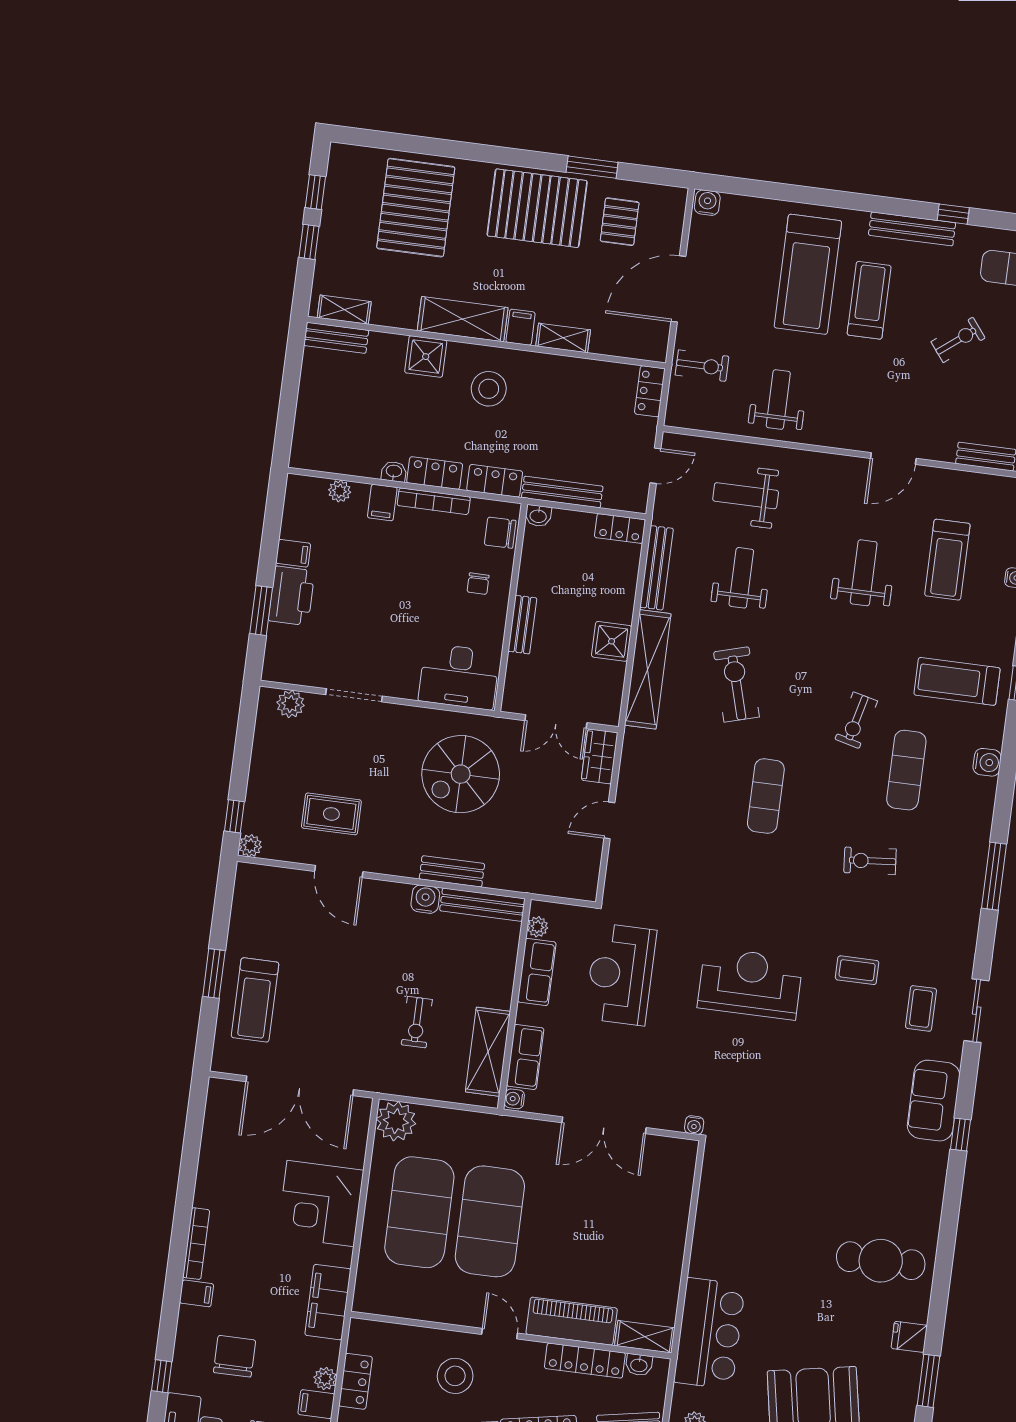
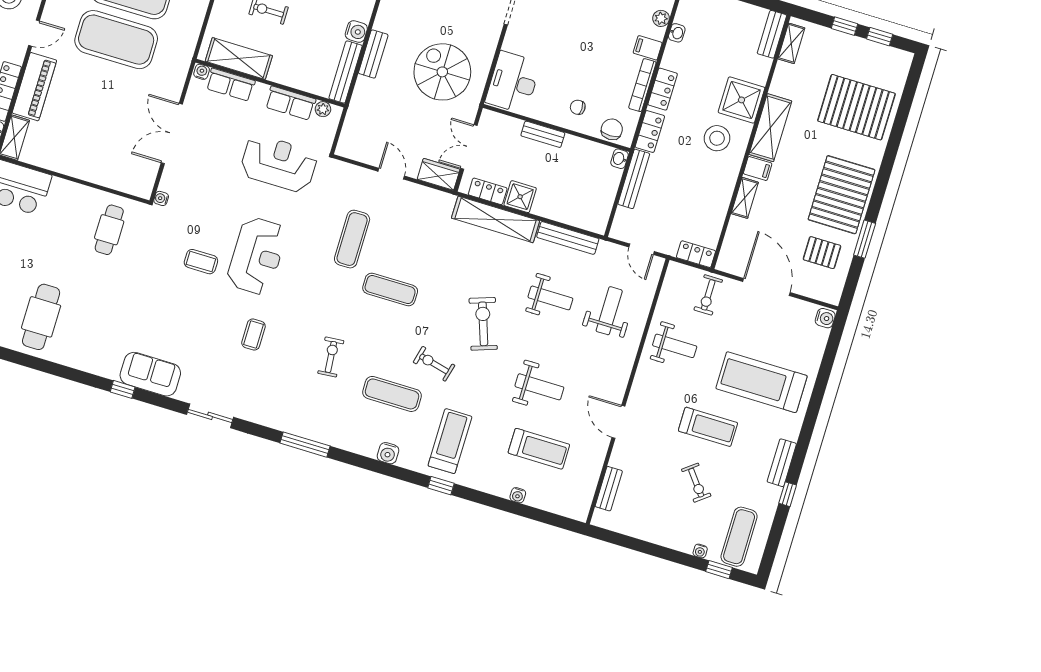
bench: (912, 229) -> (782, 463), width x0.73
treadmill: (869, 300) -> (708, 427), moved
shower: (426, 357) -> (741, 100), width x1.36, depth x1.36
washbasin: (394, 472) -> (677, 33), moved
locker: (620, 529) -> (488, 191), moved, turned 90
treadmill: (947, 560) -> (539, 449), turned 180
exercise bike: (736, 684) -> (483, 324), moved, turned -93
exercise mat: (706, 859) -> (352, 239), added
coffee table: (921, 1008) -> (201, 262), moved
cafe table: (748, 1188) -> (109, 230), added

